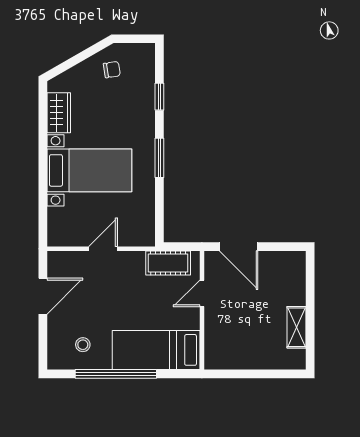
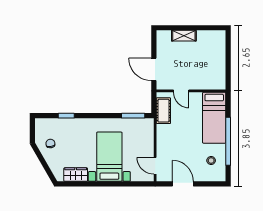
window: (159, 158) -> (133, 116), moved
door: (239, 247) -> (154, 69), swing flipped
door: (103, 249) -> (155, 166), moved
shelving: (296, 327) -> (184, 36), moved

